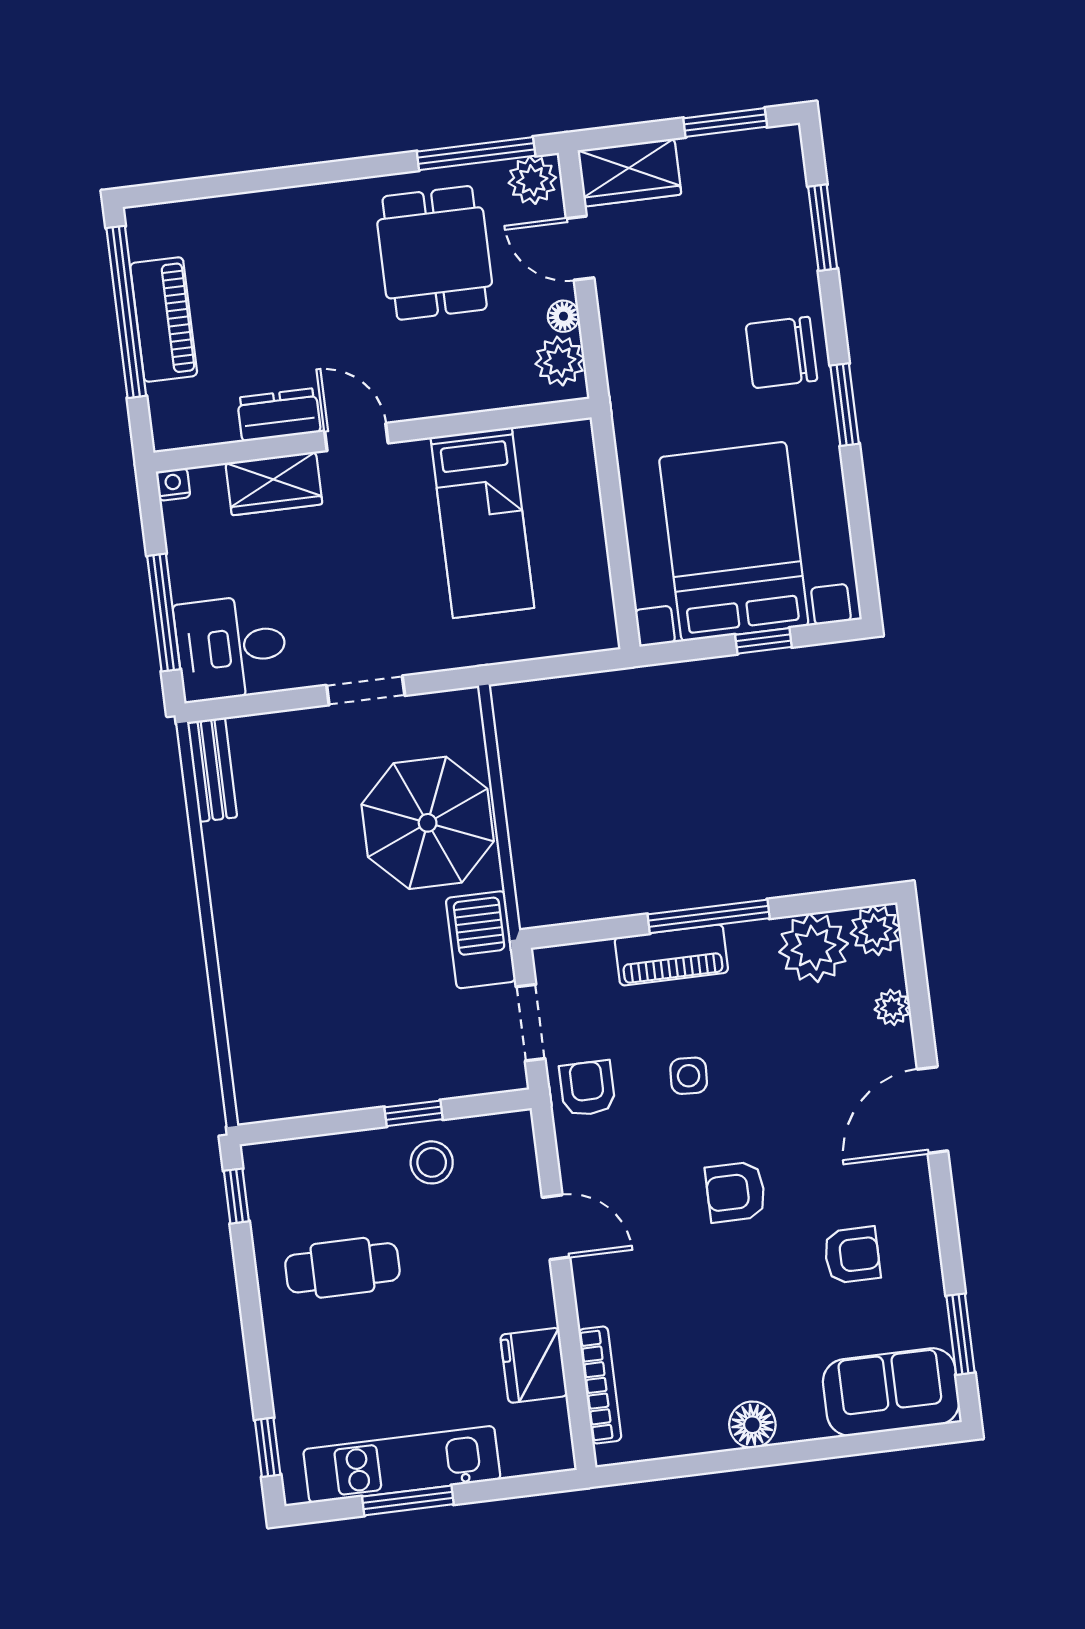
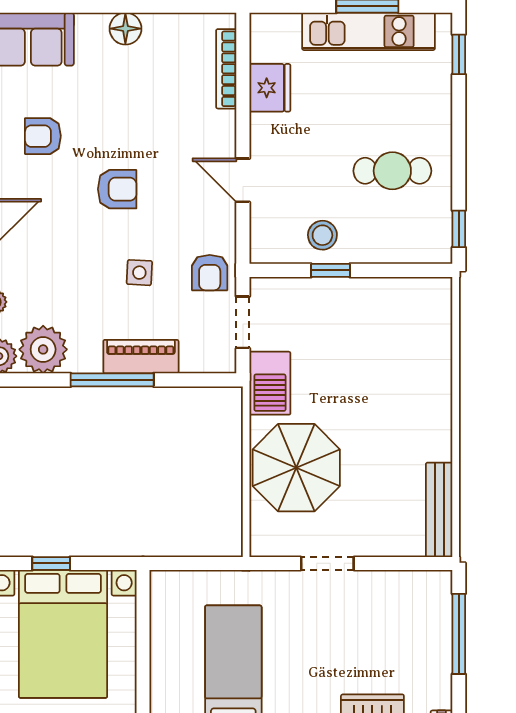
desk: (231, 648) -> (416, 604), removed
bench: (212, 770) -> (439, 510), width x1.36

